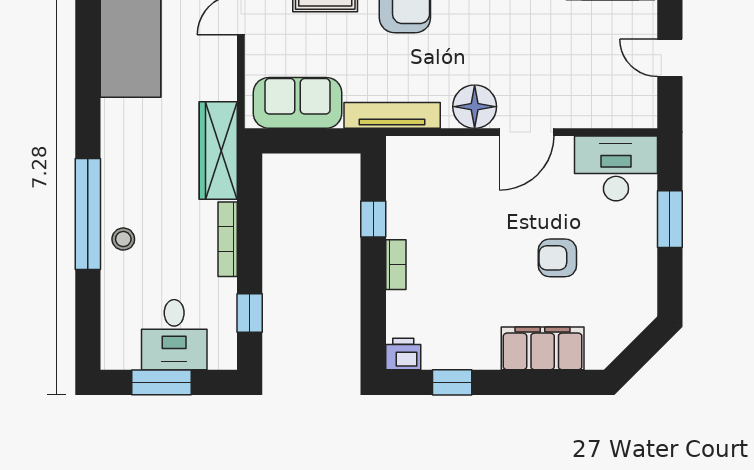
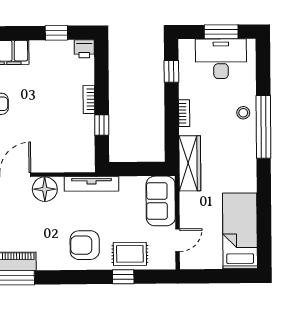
sofa: (298, 103) -> (161, 201), moved, turned 90
bookcase: (228, 239) -> (184, 113), width x0.64
desk: (174, 335) -> (221, 59), width x1.37

